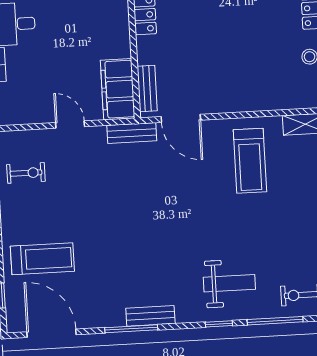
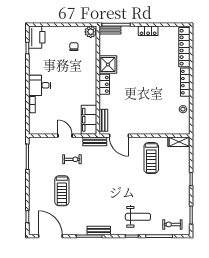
exercise bike: (26, 173) -> (72, 159), moved
treadmill: (42, 259) -> (62, 191), moved, turned 90

